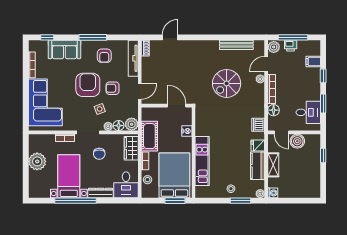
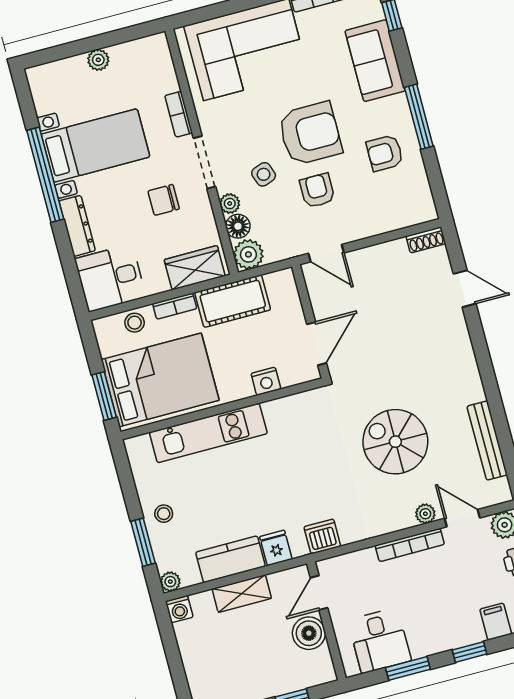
tv unit: (133, 58) -> (396, 219), removed
floor lamp: (274, 110) -> (364, 562), removed
plant: (37, 161) -> (98, 60), width x0.53, depth x0.53

